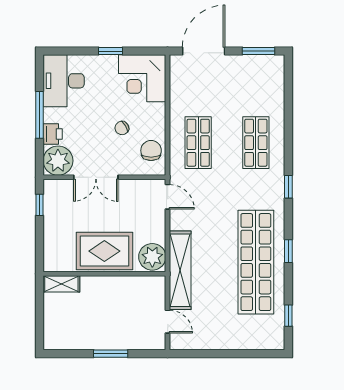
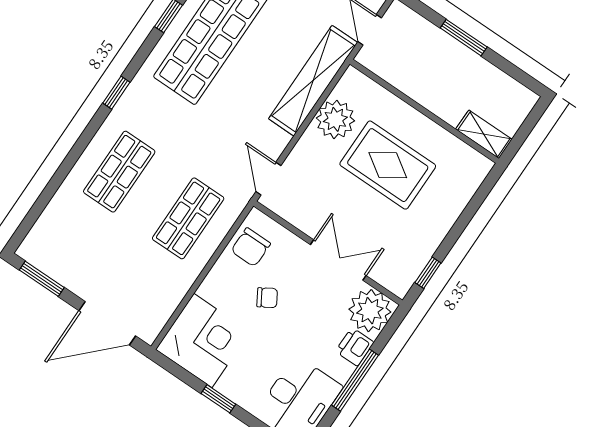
wall: (104, 274) -> (424, 111), moved
shelving: (61, 284) -> (484, 134), moved

